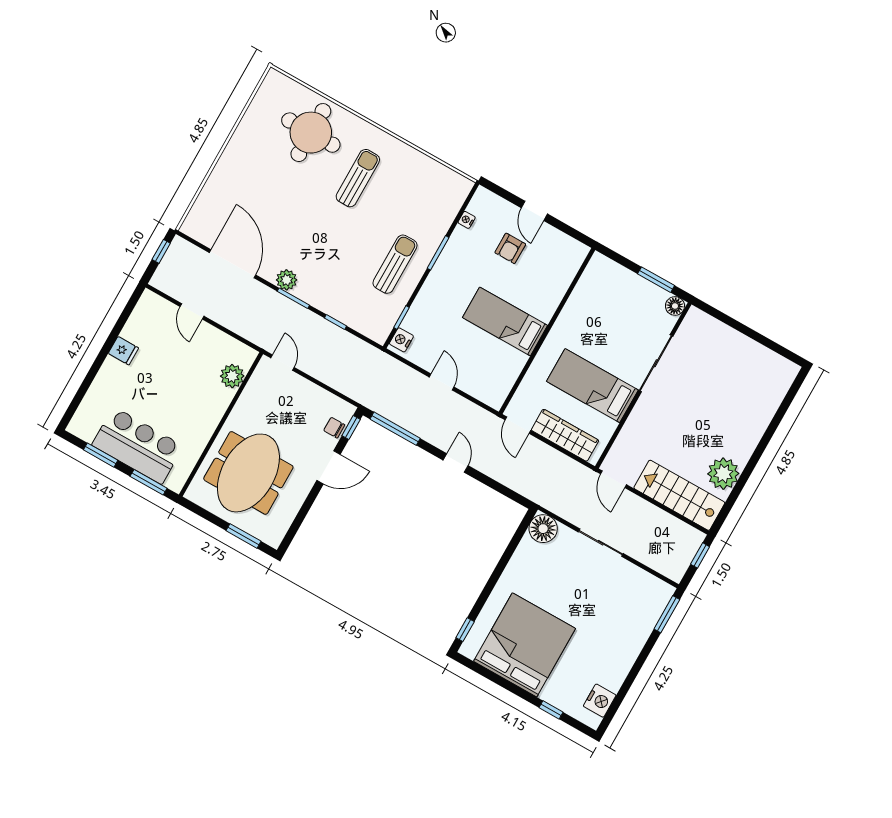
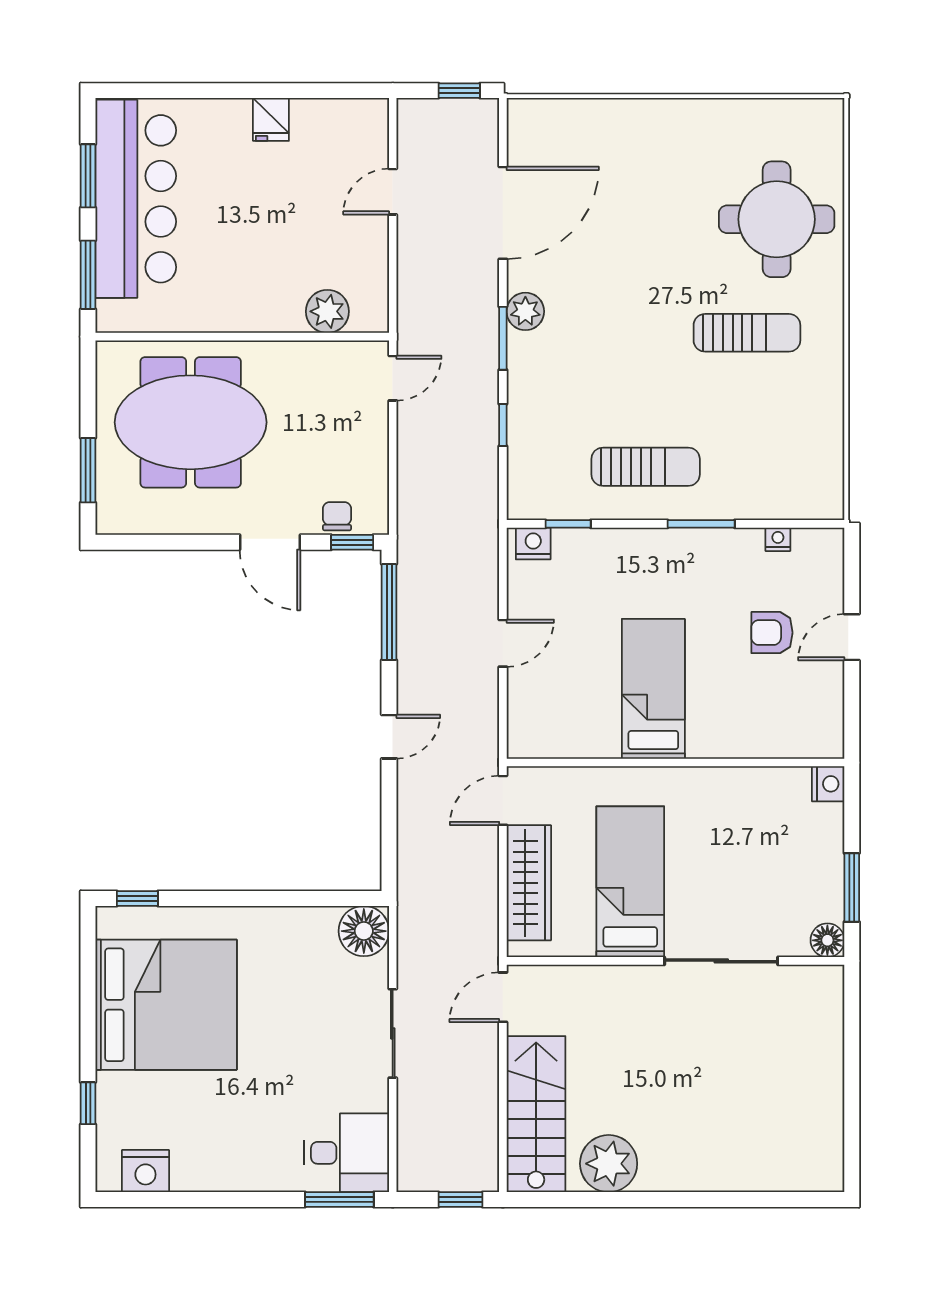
nightstand: (599, 263) -> (828, 784), added
bar counter: (138, 445) -> (136, 199), width x1.36
desk: (646, 598) -> (347, 1153), added

